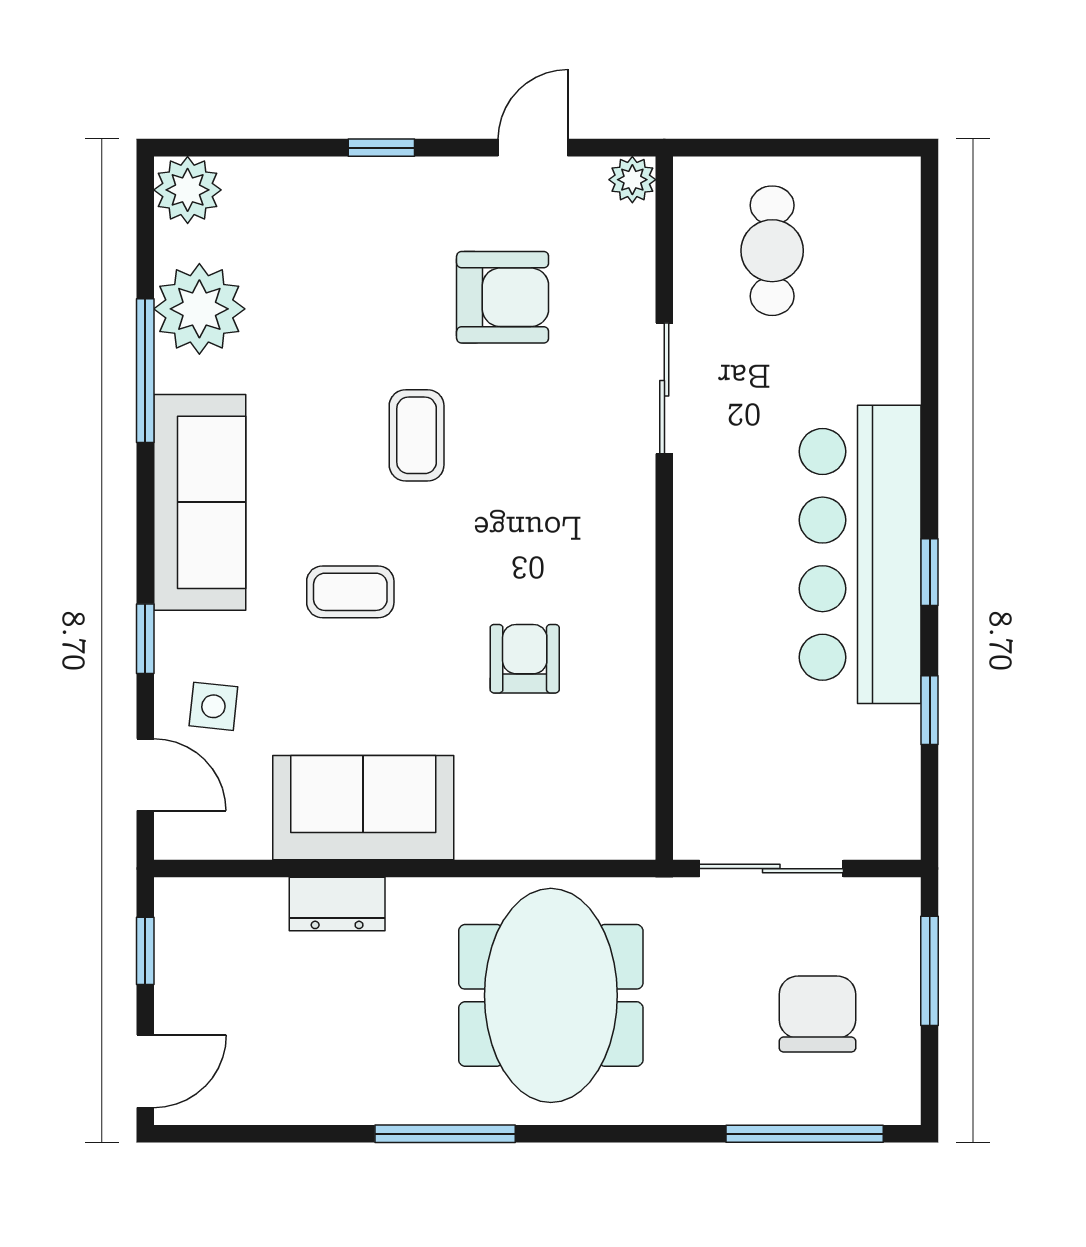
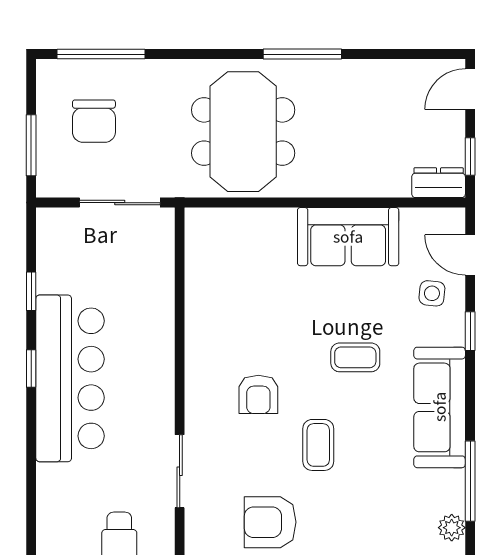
plant: (199, 309) -> (452, 528), width x0.53, depth x0.53
armchair: (525, 659) -> (258, 394), moved
dresser: (337, 904) -> (439, 183), moved

